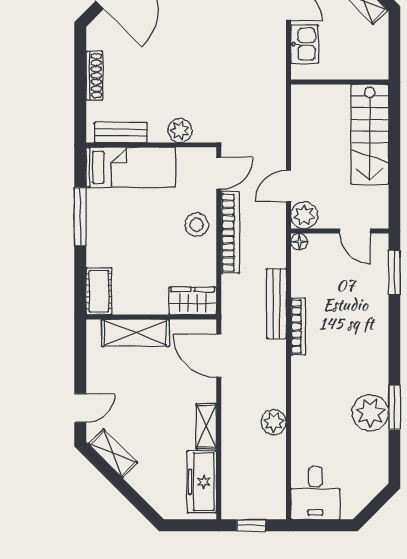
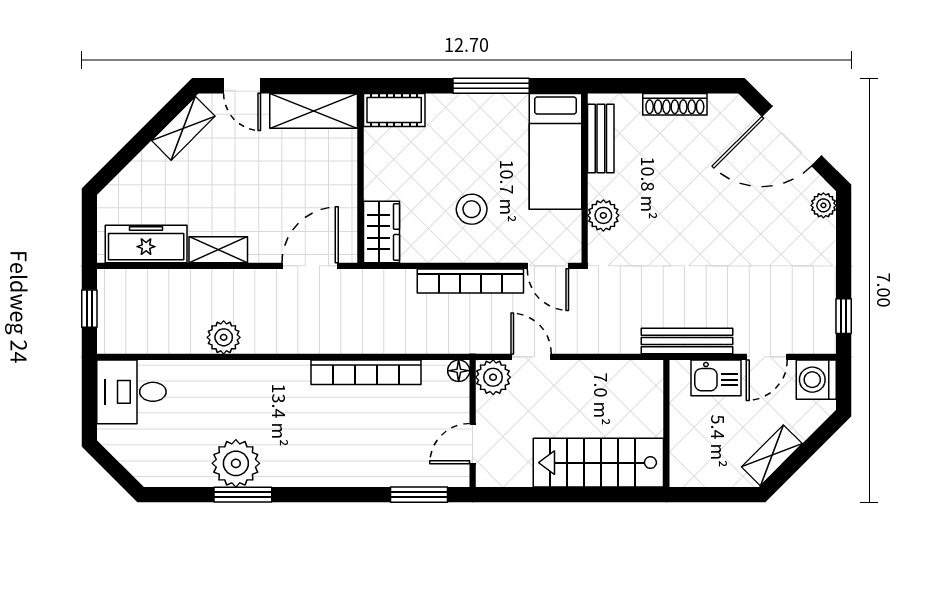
stool: (197, 225) -> (472, 209), moved
bench: (276, 303) -> (687, 341), moved
bookcase: (298, 327) -> (366, 372), width x1.48, depth x1.31
shelving: (135, 333) -> (314, 111), moved, turned 90

